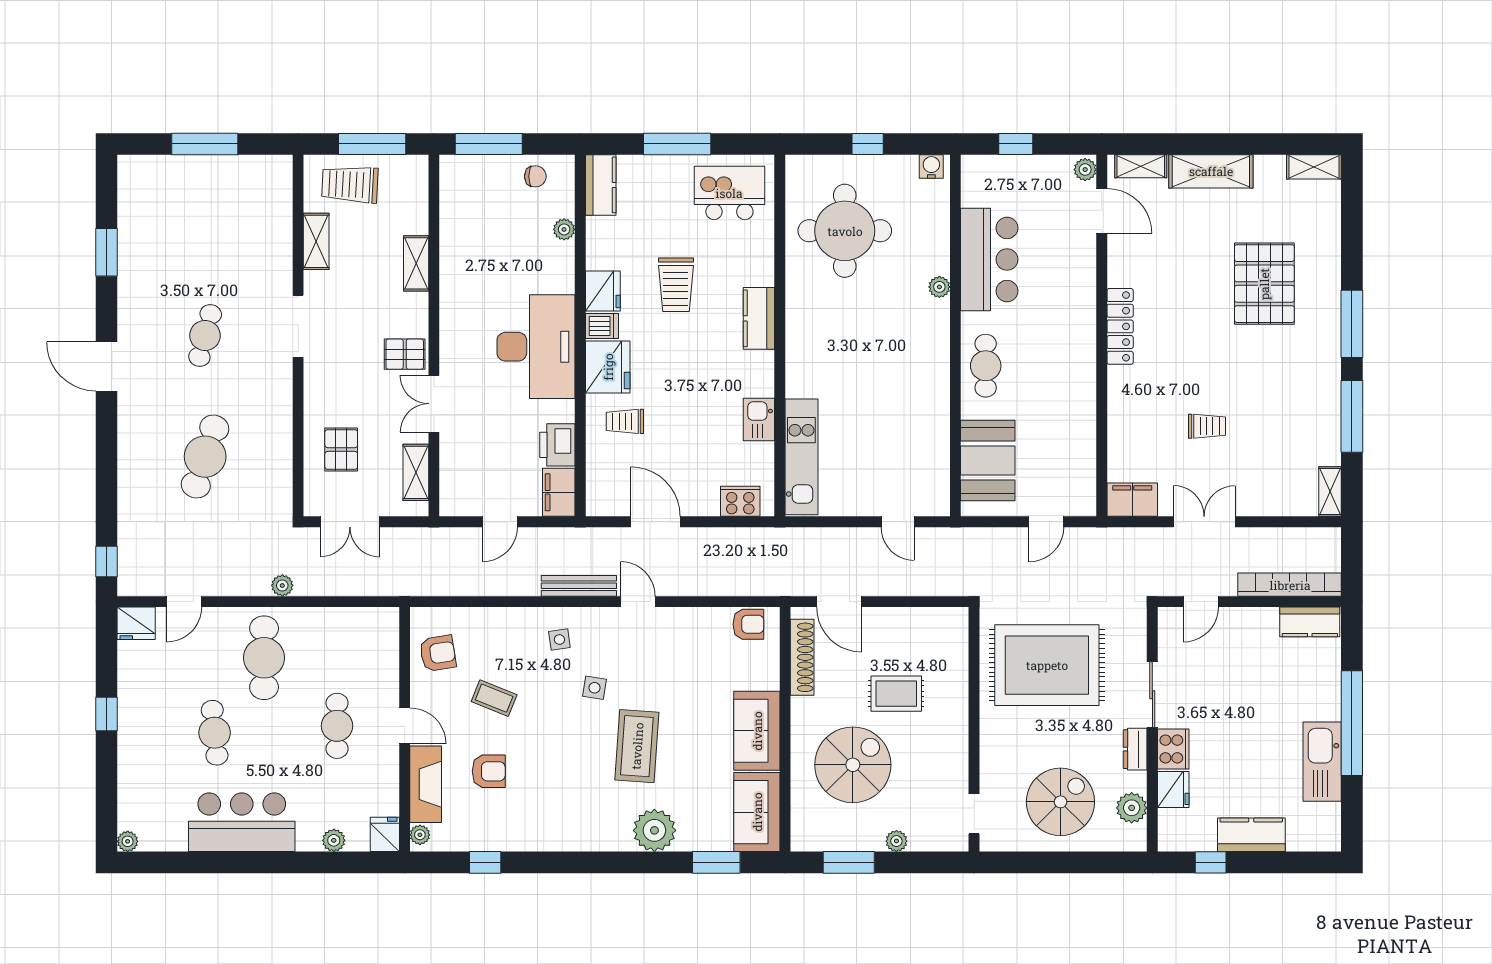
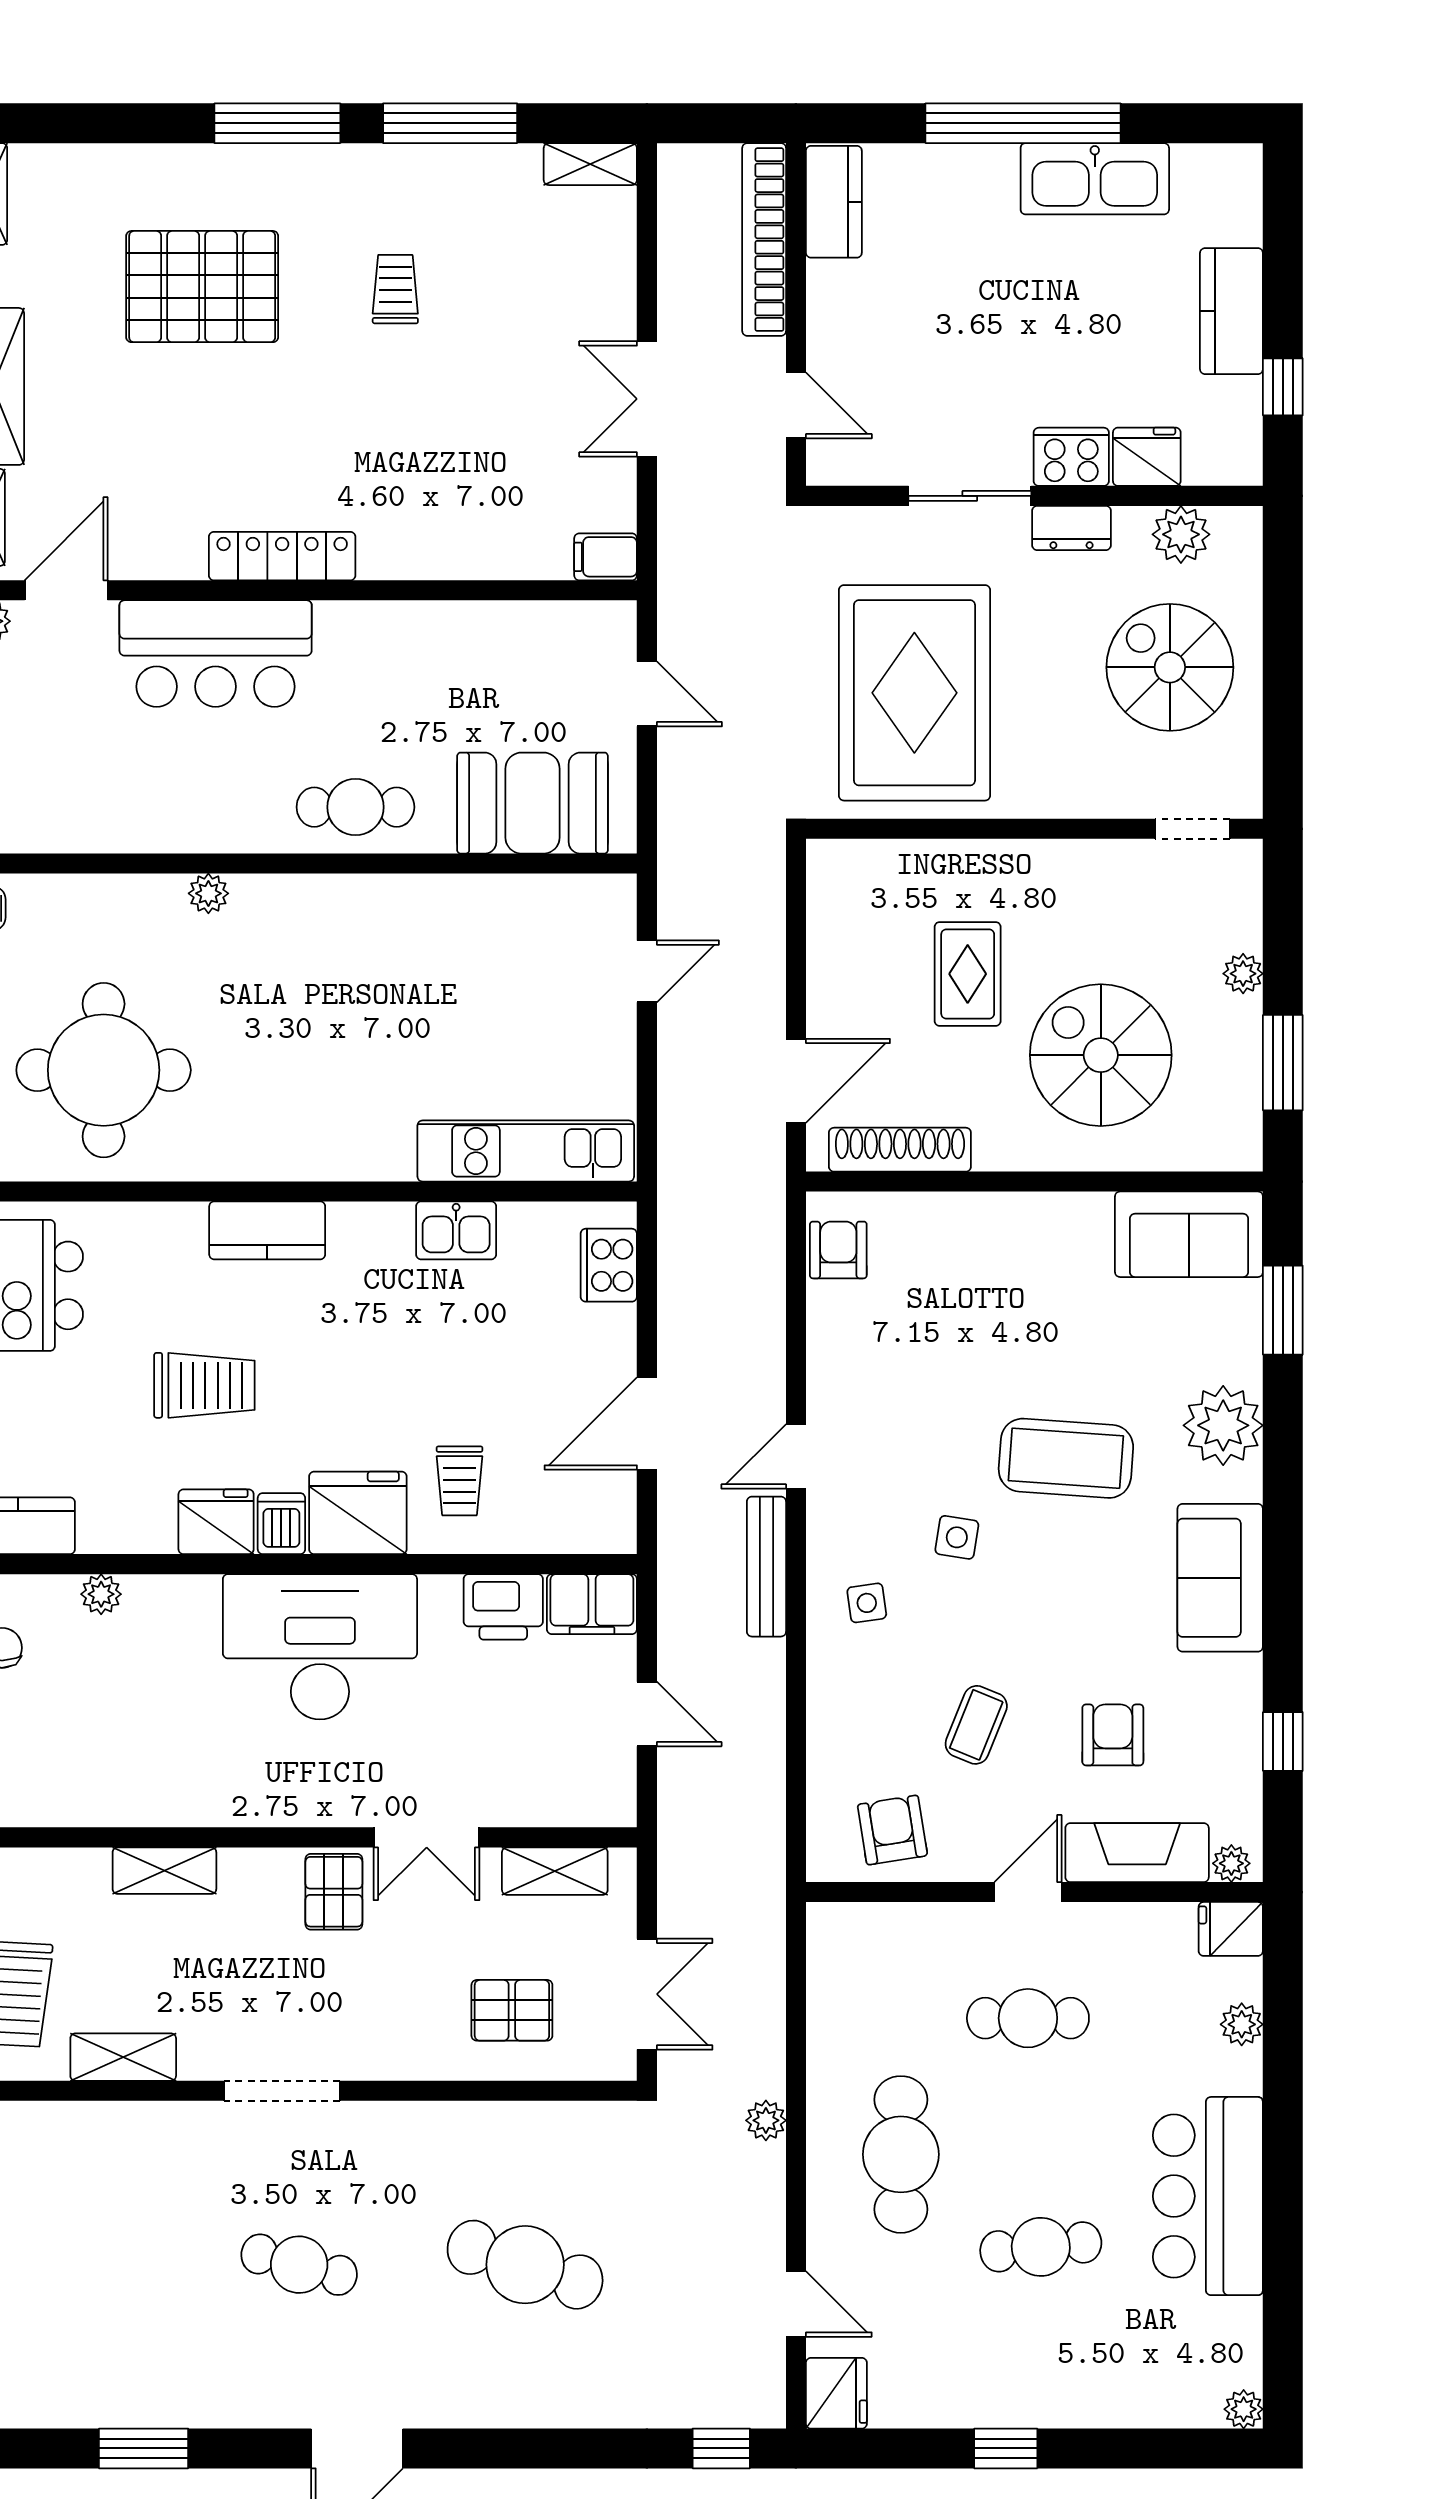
bar counter: (989, 259) -> (216, 654), moved, turned 180
trolley: (1207, 426) -> (395, 289), moved
filing cabinet: (1132, 500) -> (606, 557), width x0.50
cafe table: (264, 658) -> (901, 2154), turned 90
sofa: (757, 731) -> (1220, 1578), moved, turned 90

